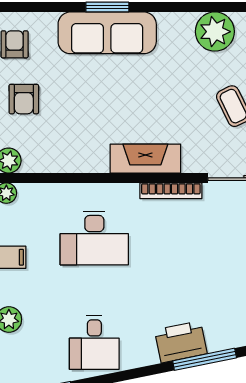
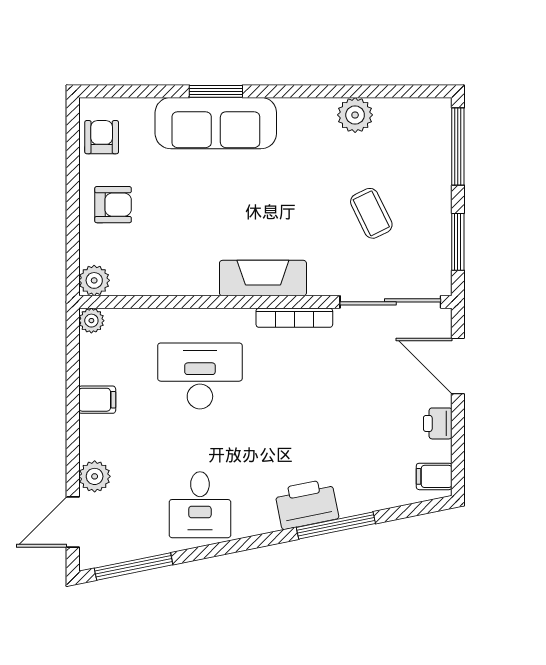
plant: (215, 32) -> (355, 115), width x0.73, depth x0.73
armchair: (24, 99) -> (113, 205), turned -90
desk: (94, 238) -> (200, 376), turned 180

